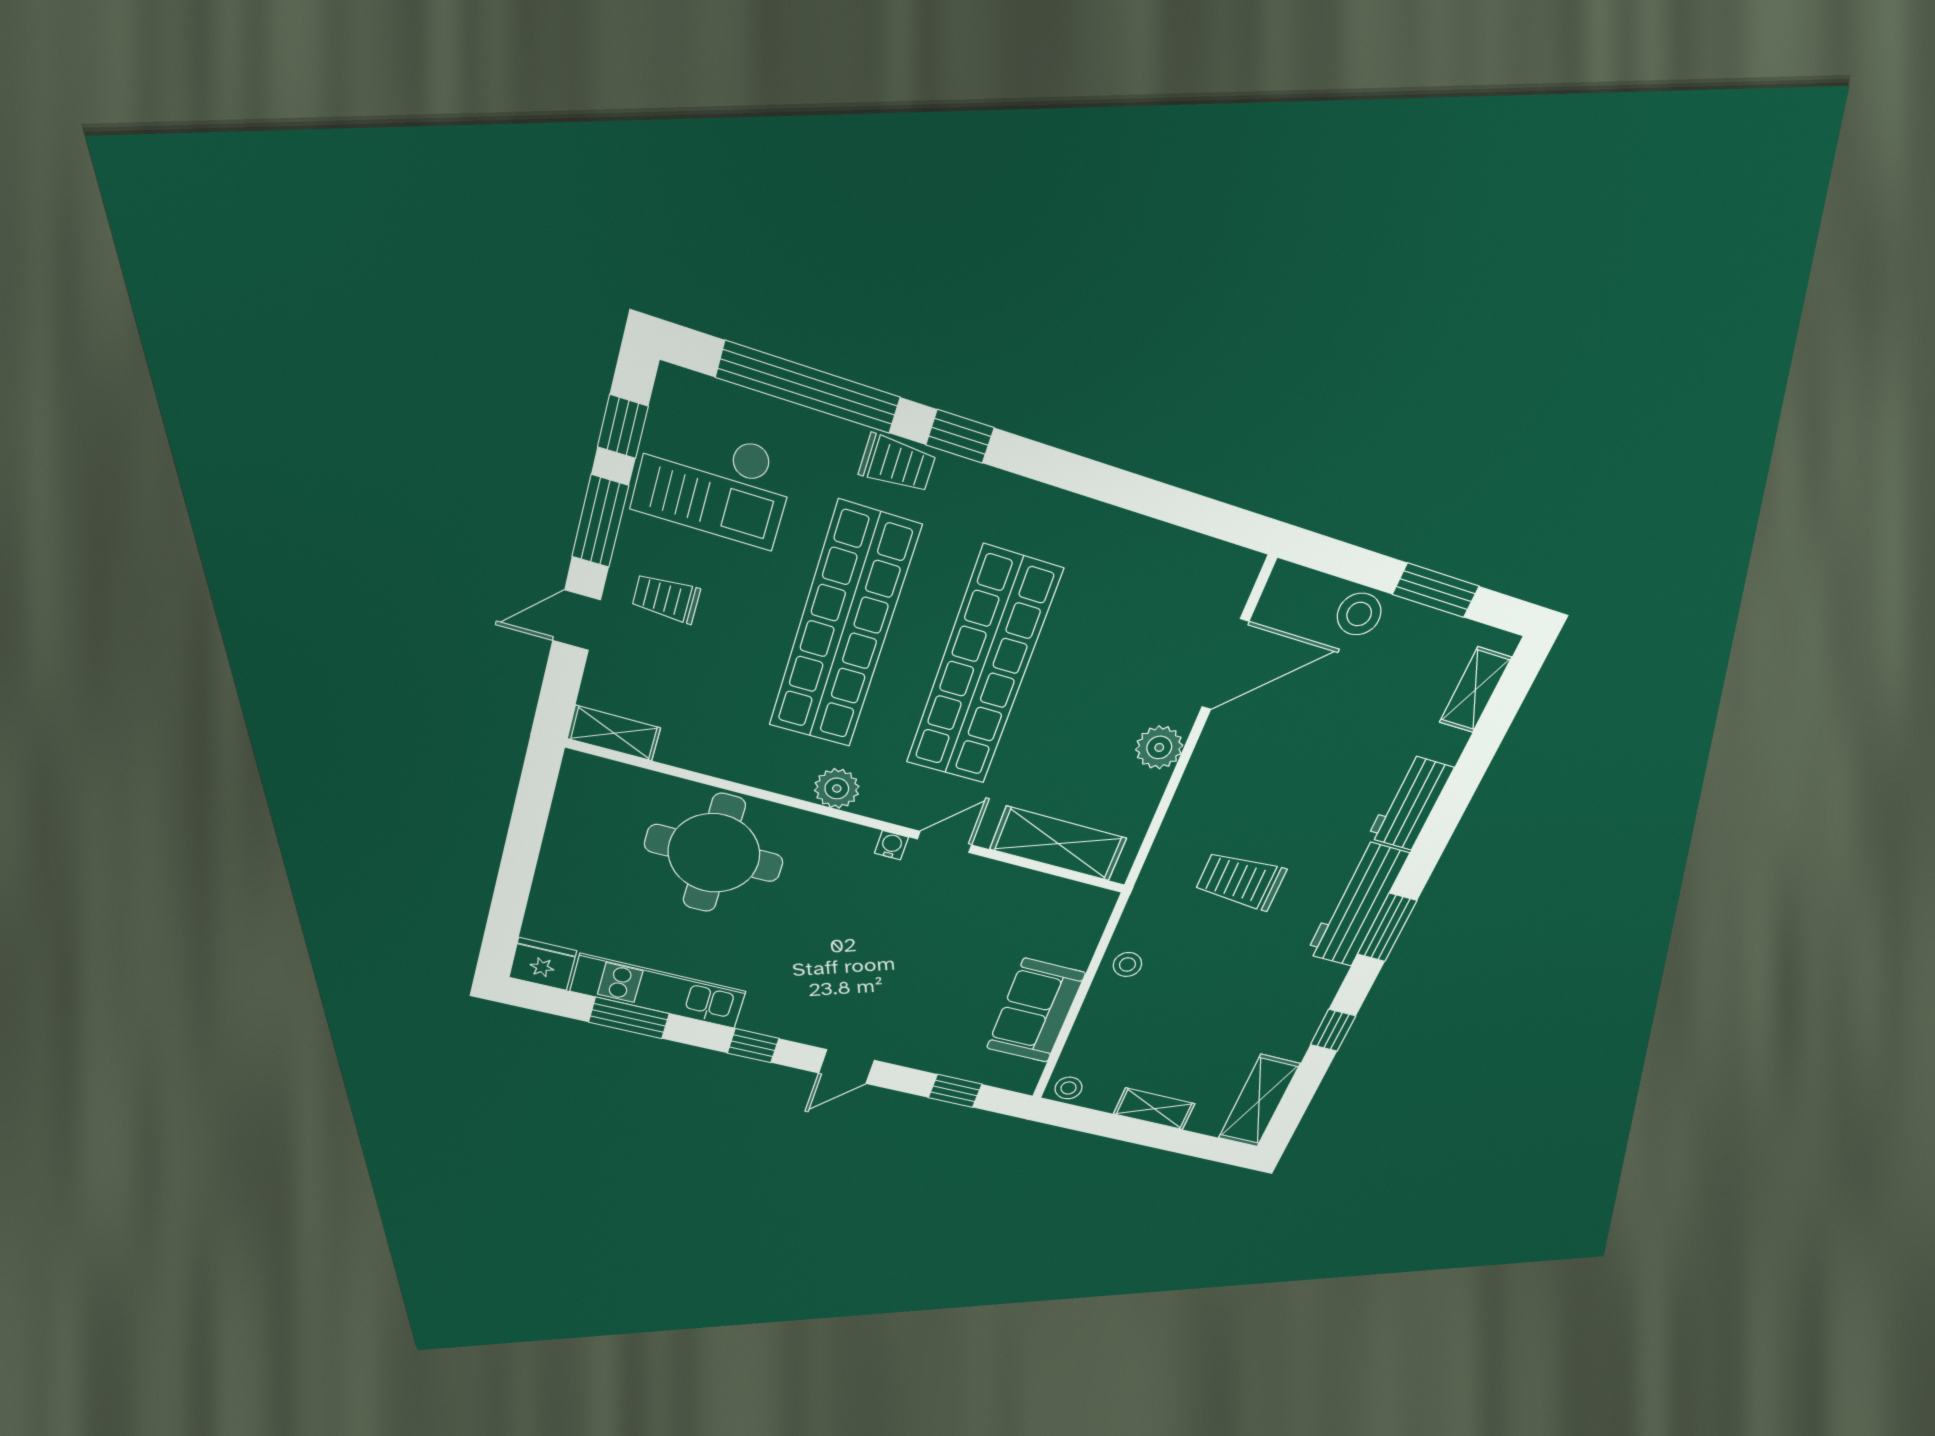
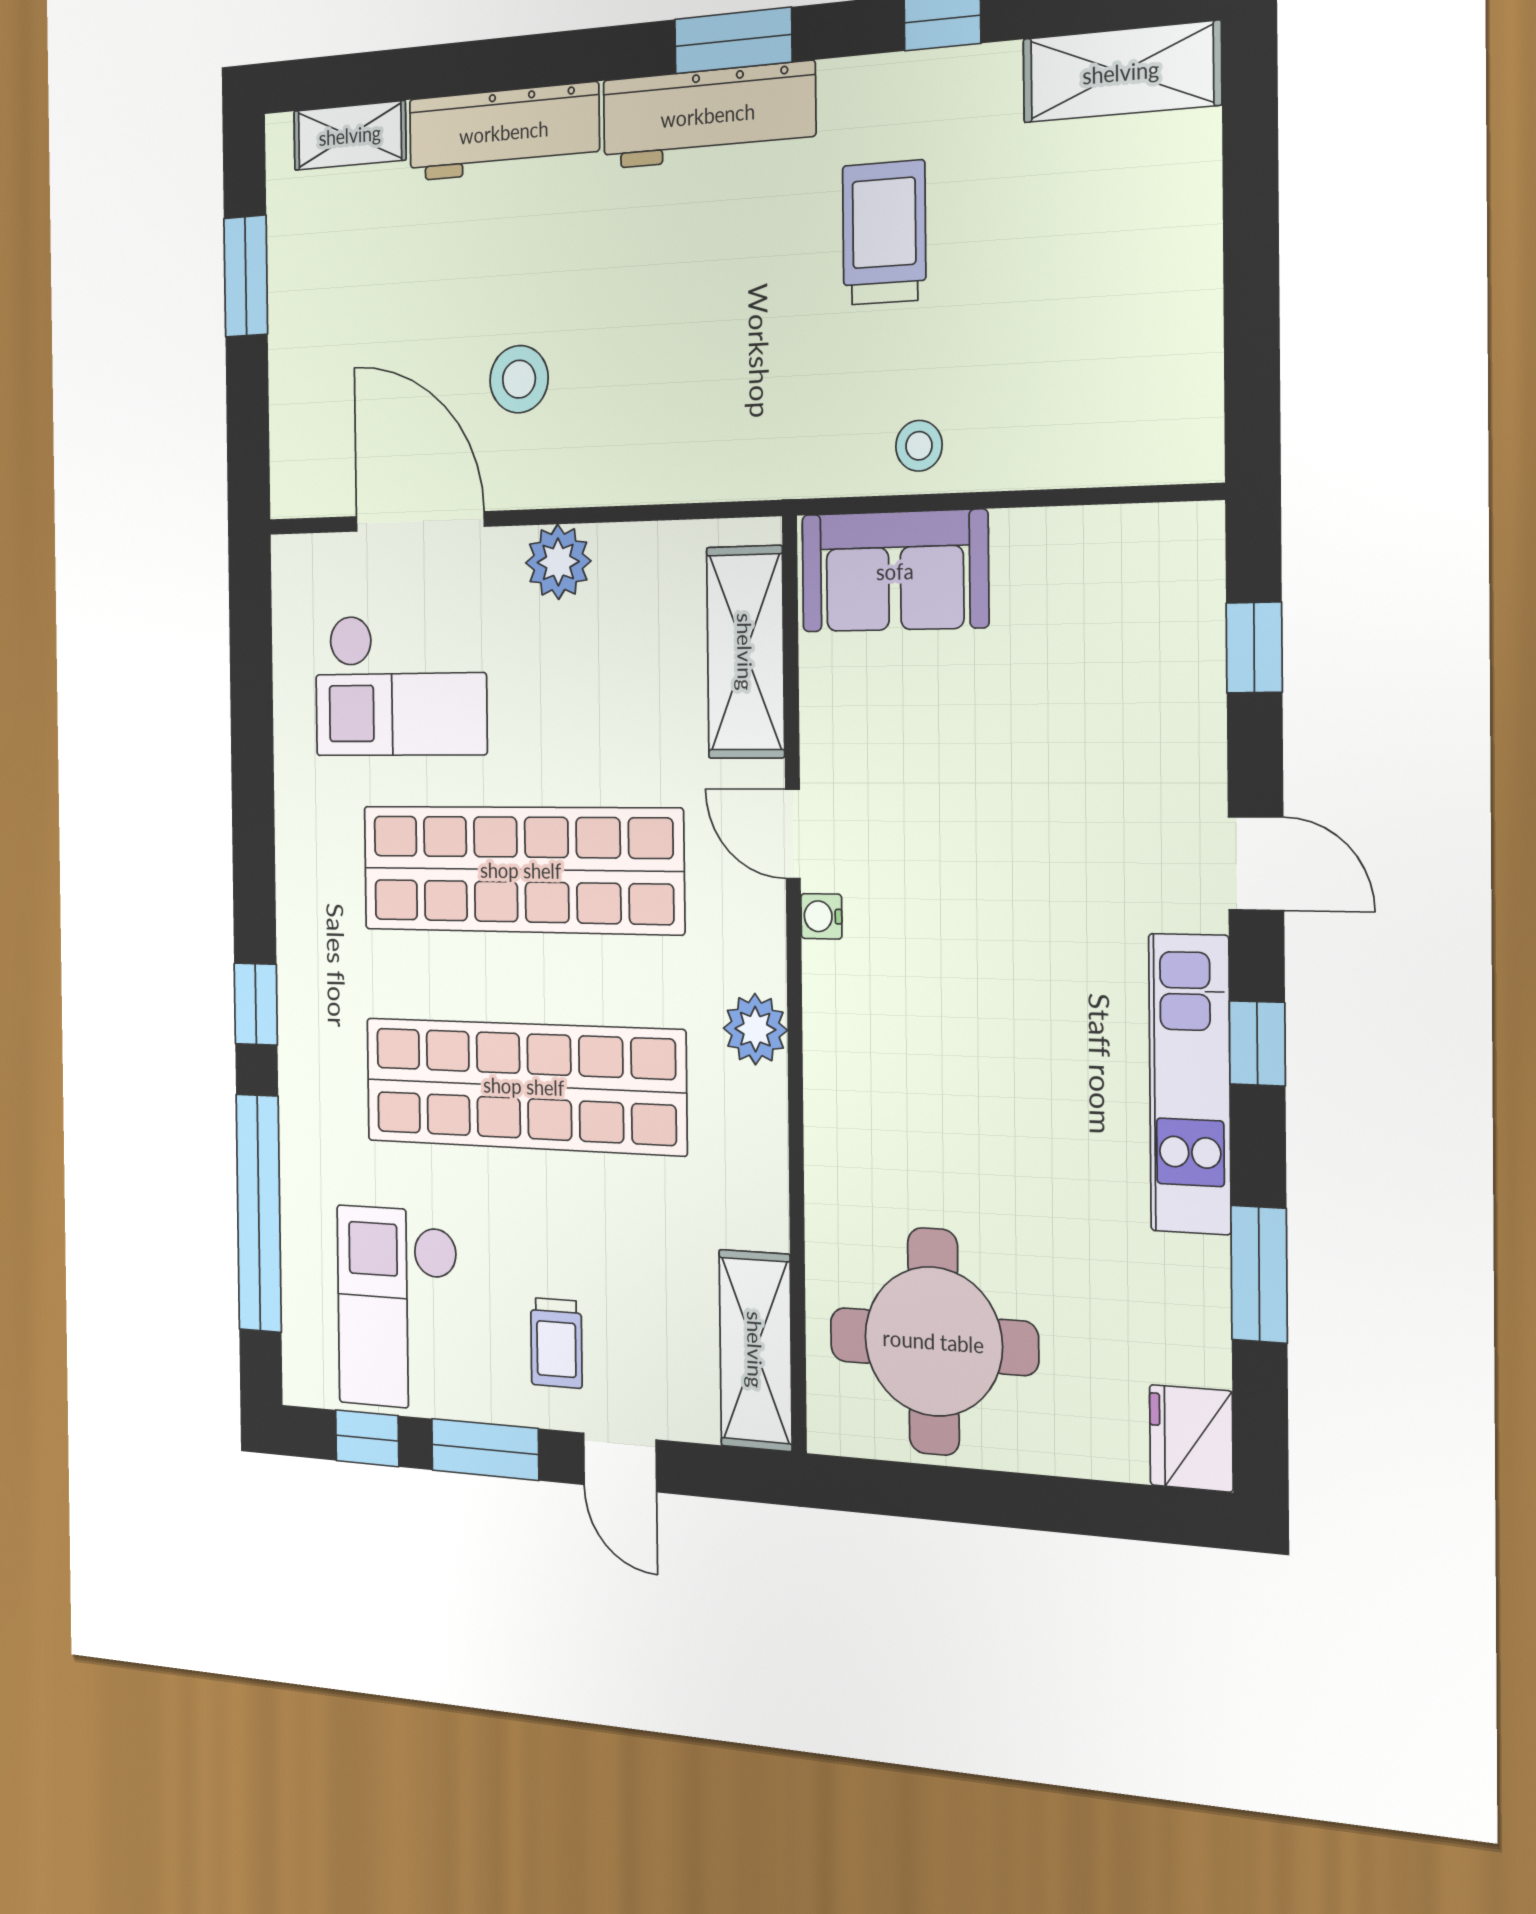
trolley: (897, 464) -> (308, 1075), removed
checkout: (714, 483) -> (398, 1308), turned 180
stool: (1359, 614) -> (519, 379), moved
checkout: (1131, 619) -> (400, 685), added
shelving: (614, 733) -> (755, 1350), width x1.50, depth x1.33
workbench: (1410, 803) -> (504, 132), width x1.38
round table: (714, 853) -> (933, 1341), moved
trolley: (1241, 881) -> (884, 233), moved, turned 180
kitchen unit: (658, 991) -> (1190, 1084), moved
sofa: (1036, 1011) -> (895, 571), moved
stool: (1069, 1088) -> (1191, 441), removed
shelving: (1154, 1109) -> (1192, 260), removed

